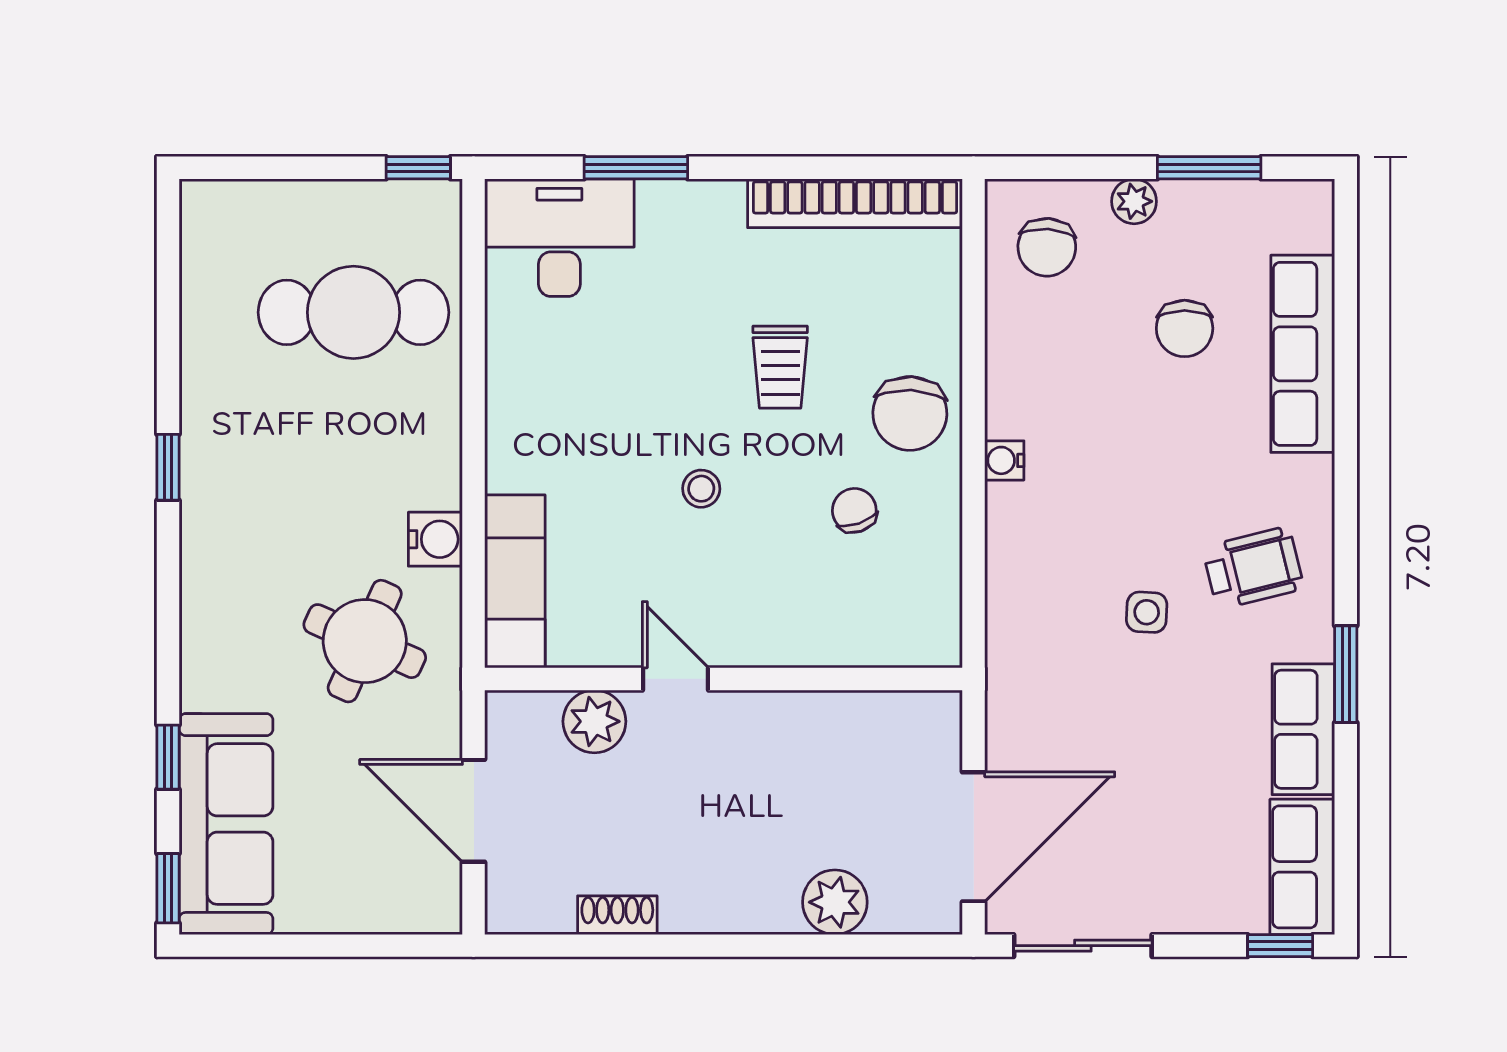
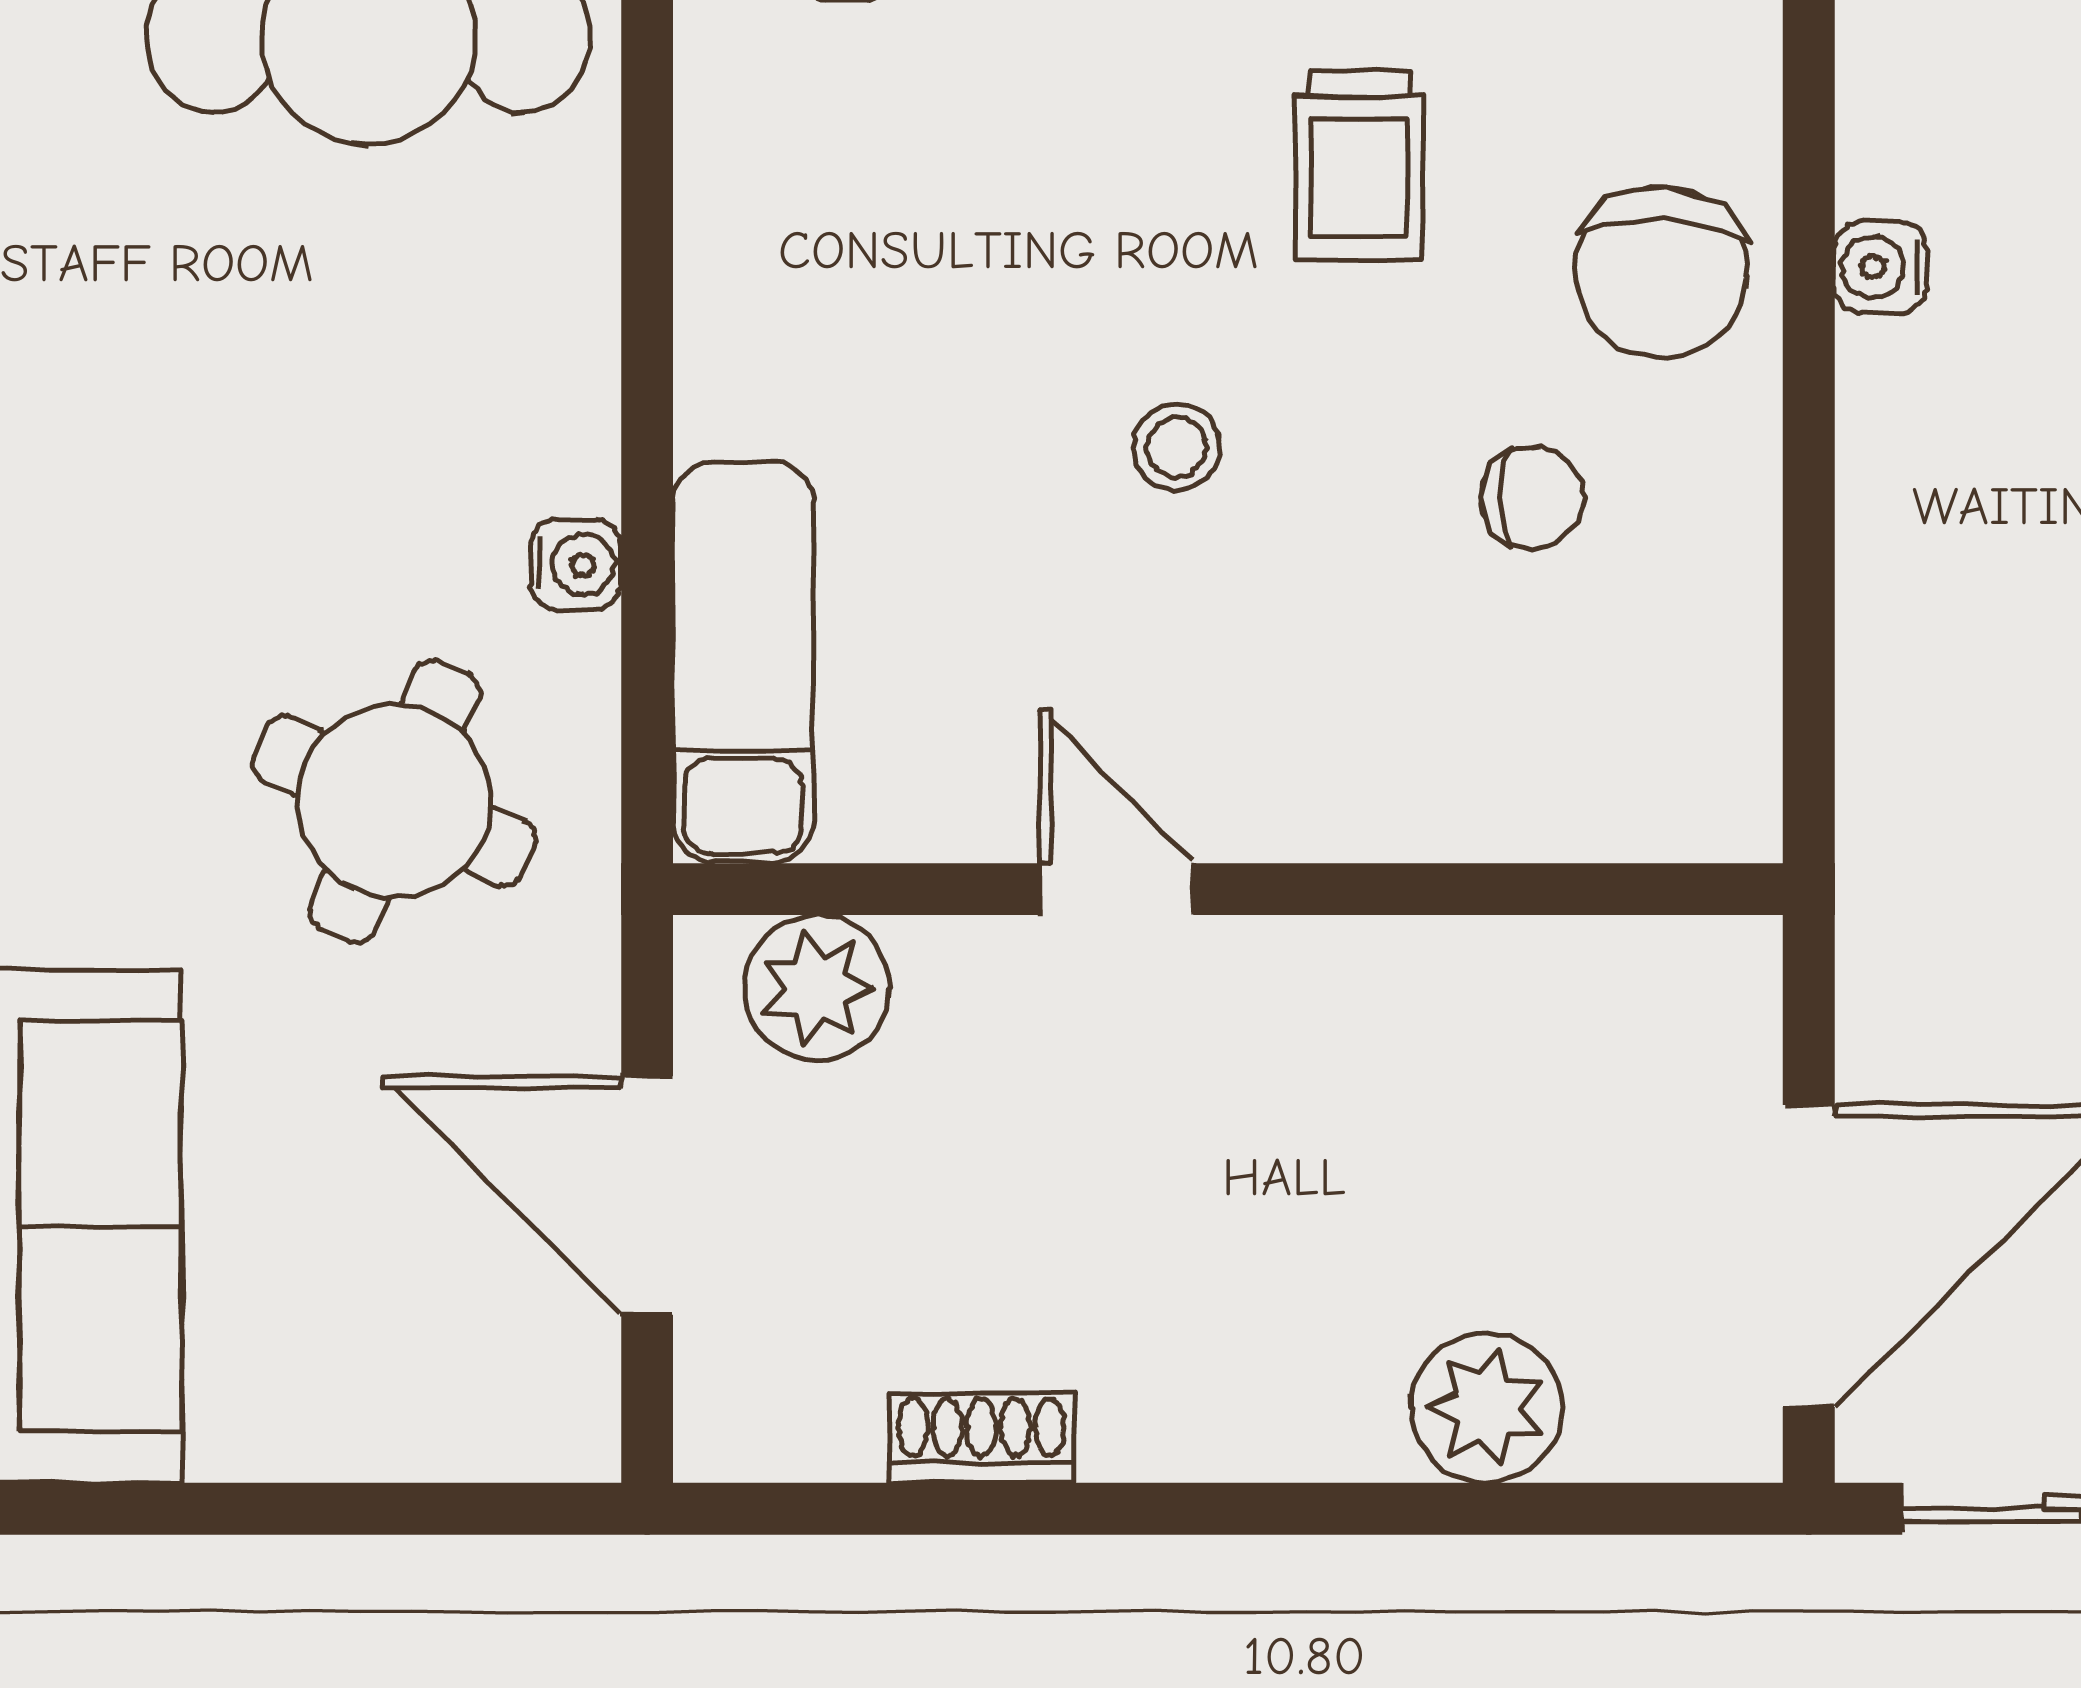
water cooler: (1004, 460) -> (1880, 267), moved
chair: (854, 510) -> (1532, 498), turned 109
water cooler: (435, 539) -> (576, 564), width x0.72, depth x0.72
plant: (594, 721) -> (817, 988), moved

